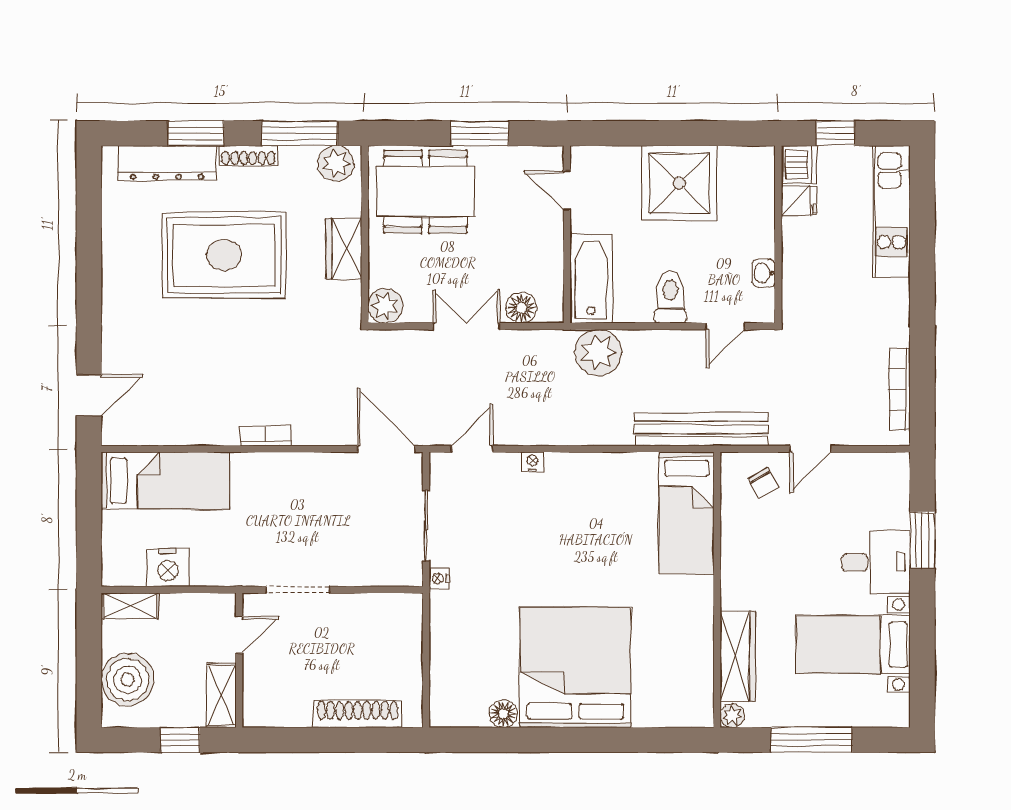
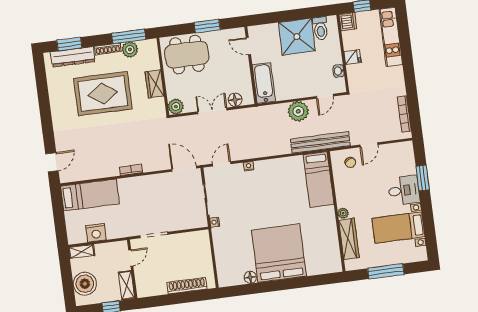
window: (196, 133) -> (69, 44), moved
plant: (336, 163) -> (130, 50), moved
fridge: (799, 201) -> (352, 57), moved
toilet: (670, 297) -> (320, 28), moved, turned 180
plant: (599, 353) -> (298, 111), moved
plant: (732, 716) -> (343, 213), moved

